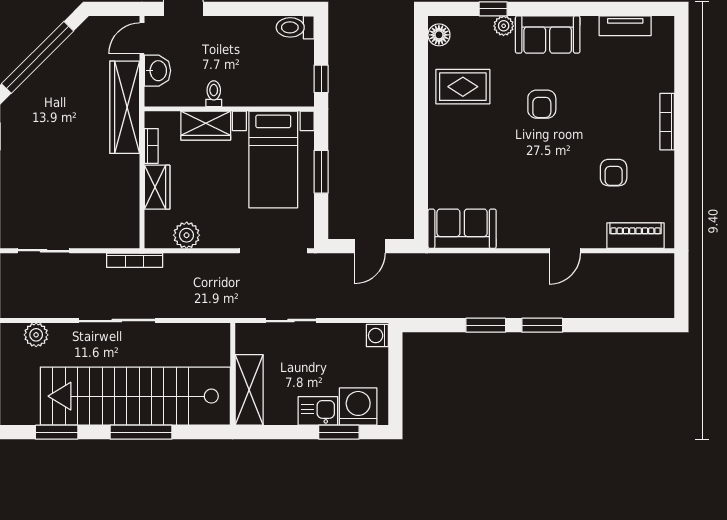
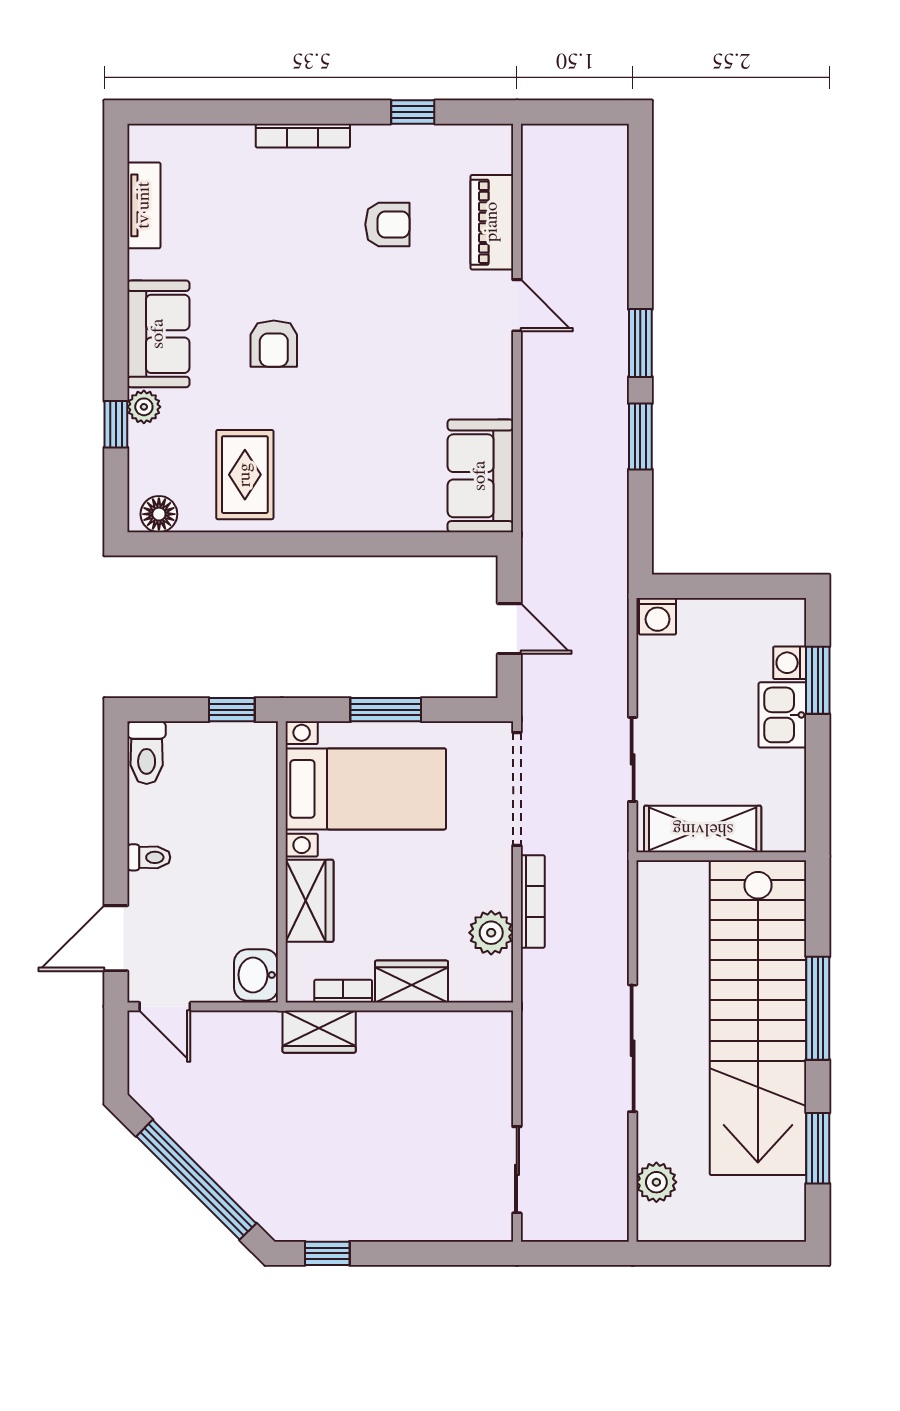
washbasin: (157, 71) -> (256, 975), moved, turned -90
toilet: (214, 94) -> (149, 857), moved, turned 180
armchair: (542, 104) -> (274, 344), turned 90
wardrobe: (125, 107) -> (319, 1032), width x0.48, depth x0.85
window: (681, 188) -> (413, 112), added
piano: (635, 236) -> (492, 222), moved
bookcase: (135, 260) -> (533, 901), moved
shelving: (249, 390) -> (703, 829), moved
washing machine: (358, 406) -> (790, 663), width x0.53, depth x0.53

